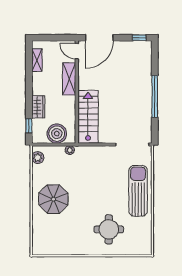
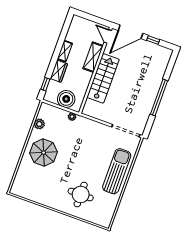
window: (139, 38) -> (153, 40), moved
shelving: (37, 60) -> (65, 51), moved
stairs: (88, 117) -> (103, 78), moved
plant: (38, 158) -> (39, 124), moved

